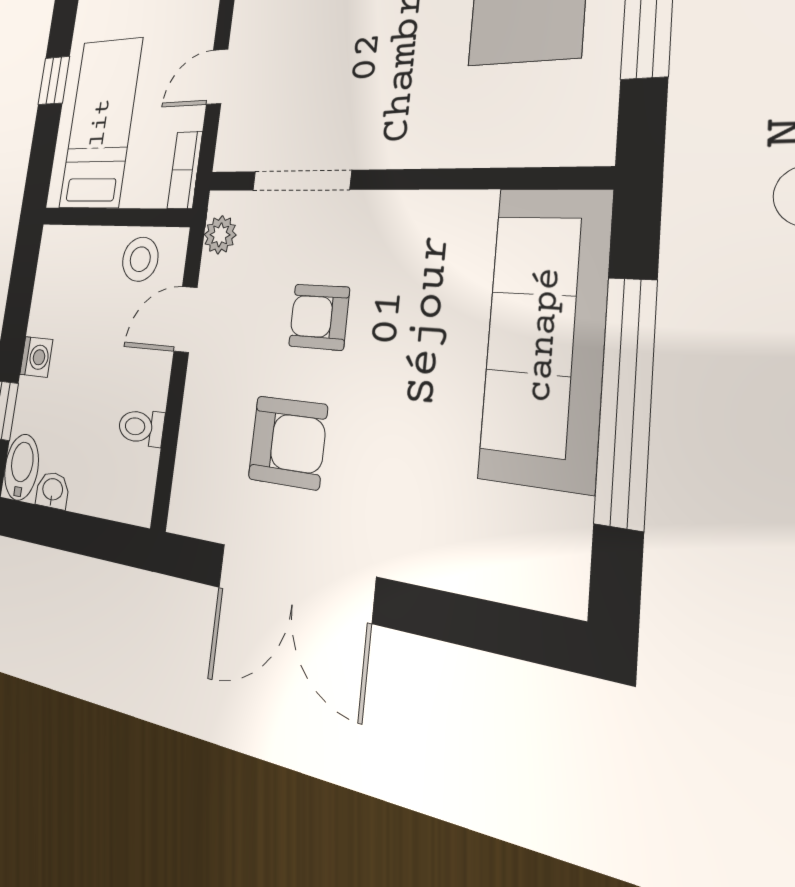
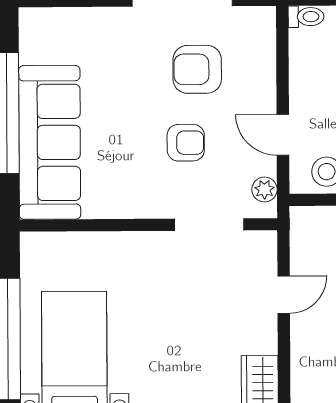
bookcase: (185, 170) -> (300, 232), removed
door: (185, 319) -> (283, 135), swing flipped
toilet: (141, 427) -> (306, 17), moved

